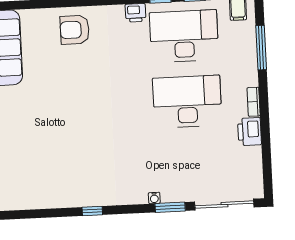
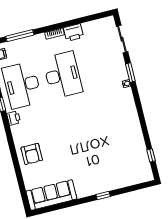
desk: (187, 102) -> (63, 75), turned 180
sliding door: (224, 205) -> (122, 39), width x0.73
window: (92, 211) -> (151, 155), moved

